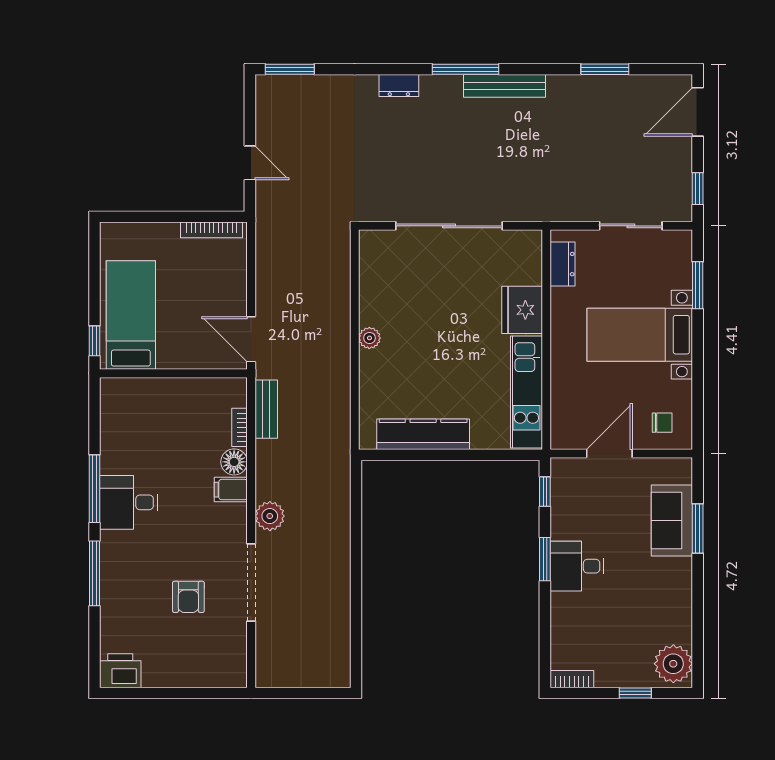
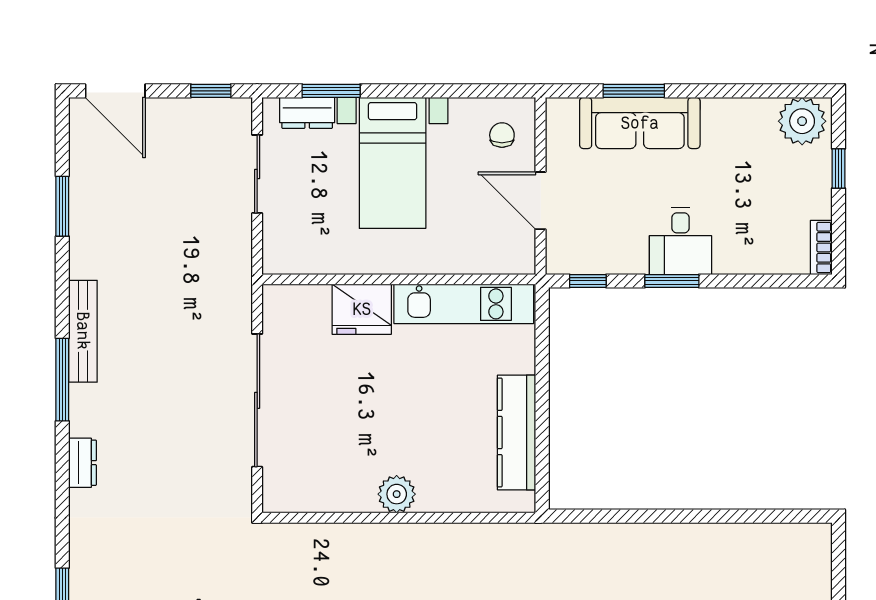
dresser: (562, 264) -> (307, 113), moved, turned 180
plant: (369, 338) -> (397, 494), width x1.38, depth x1.38
sofa: (672, 521) -> (640, 123), width x1.36

